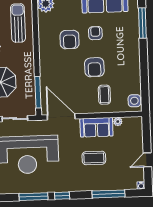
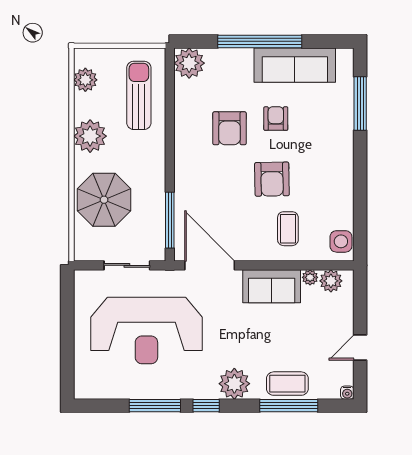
plant: (130, 123) -> (331, 281), added
coffee table: (94, 158) -> (287, 384), moved
plant: (77, 183) -> (234, 384), added

